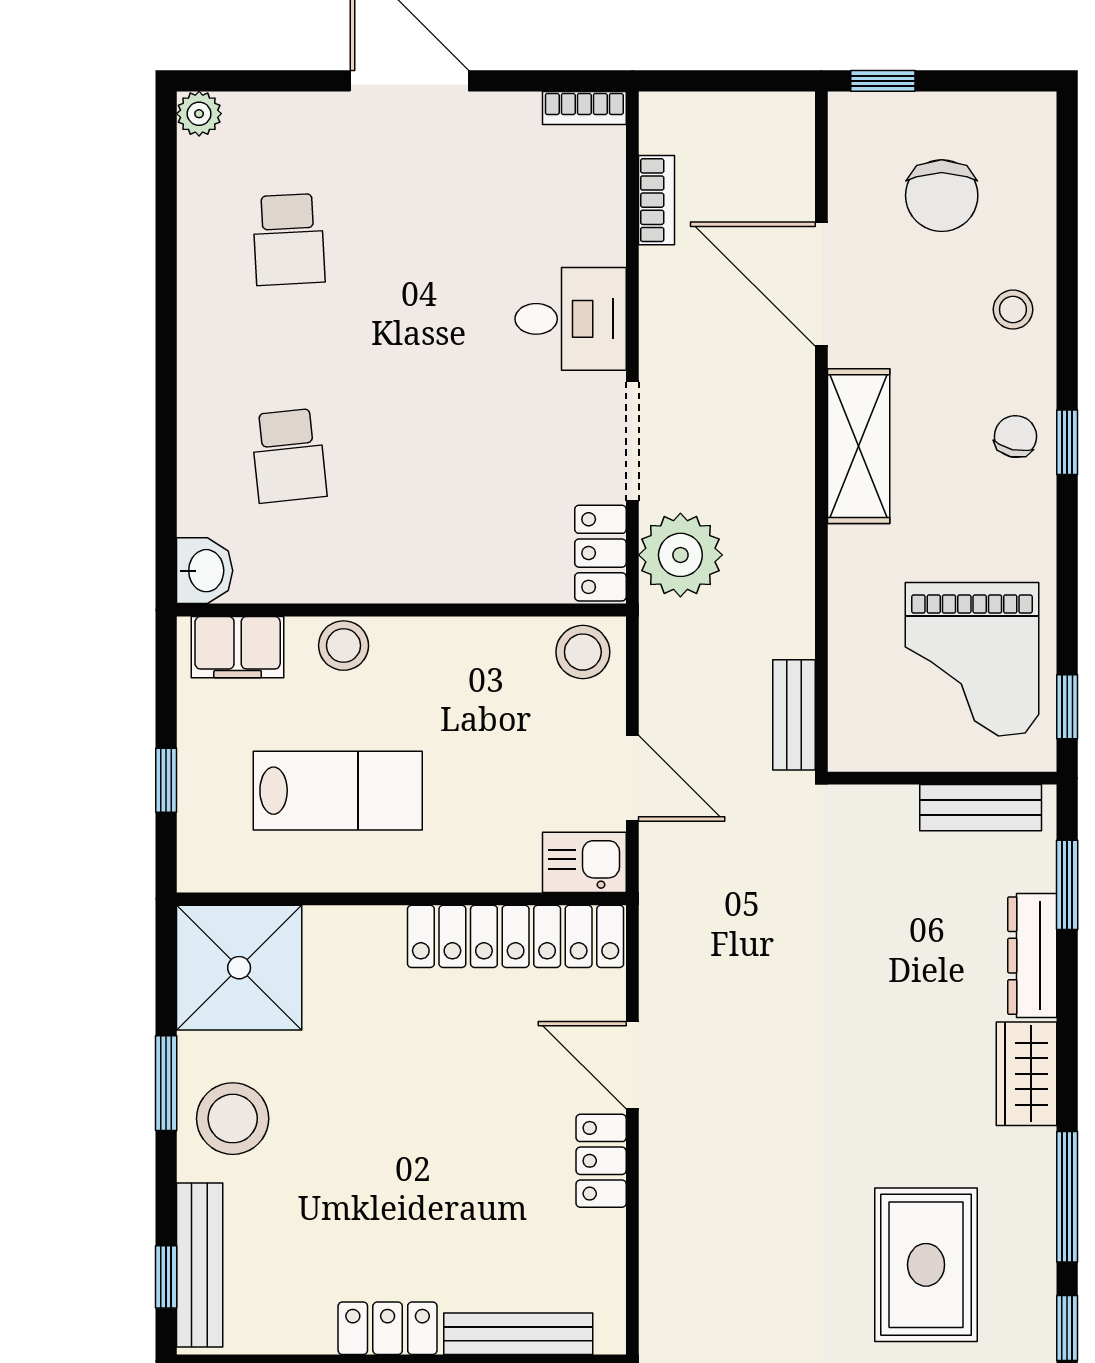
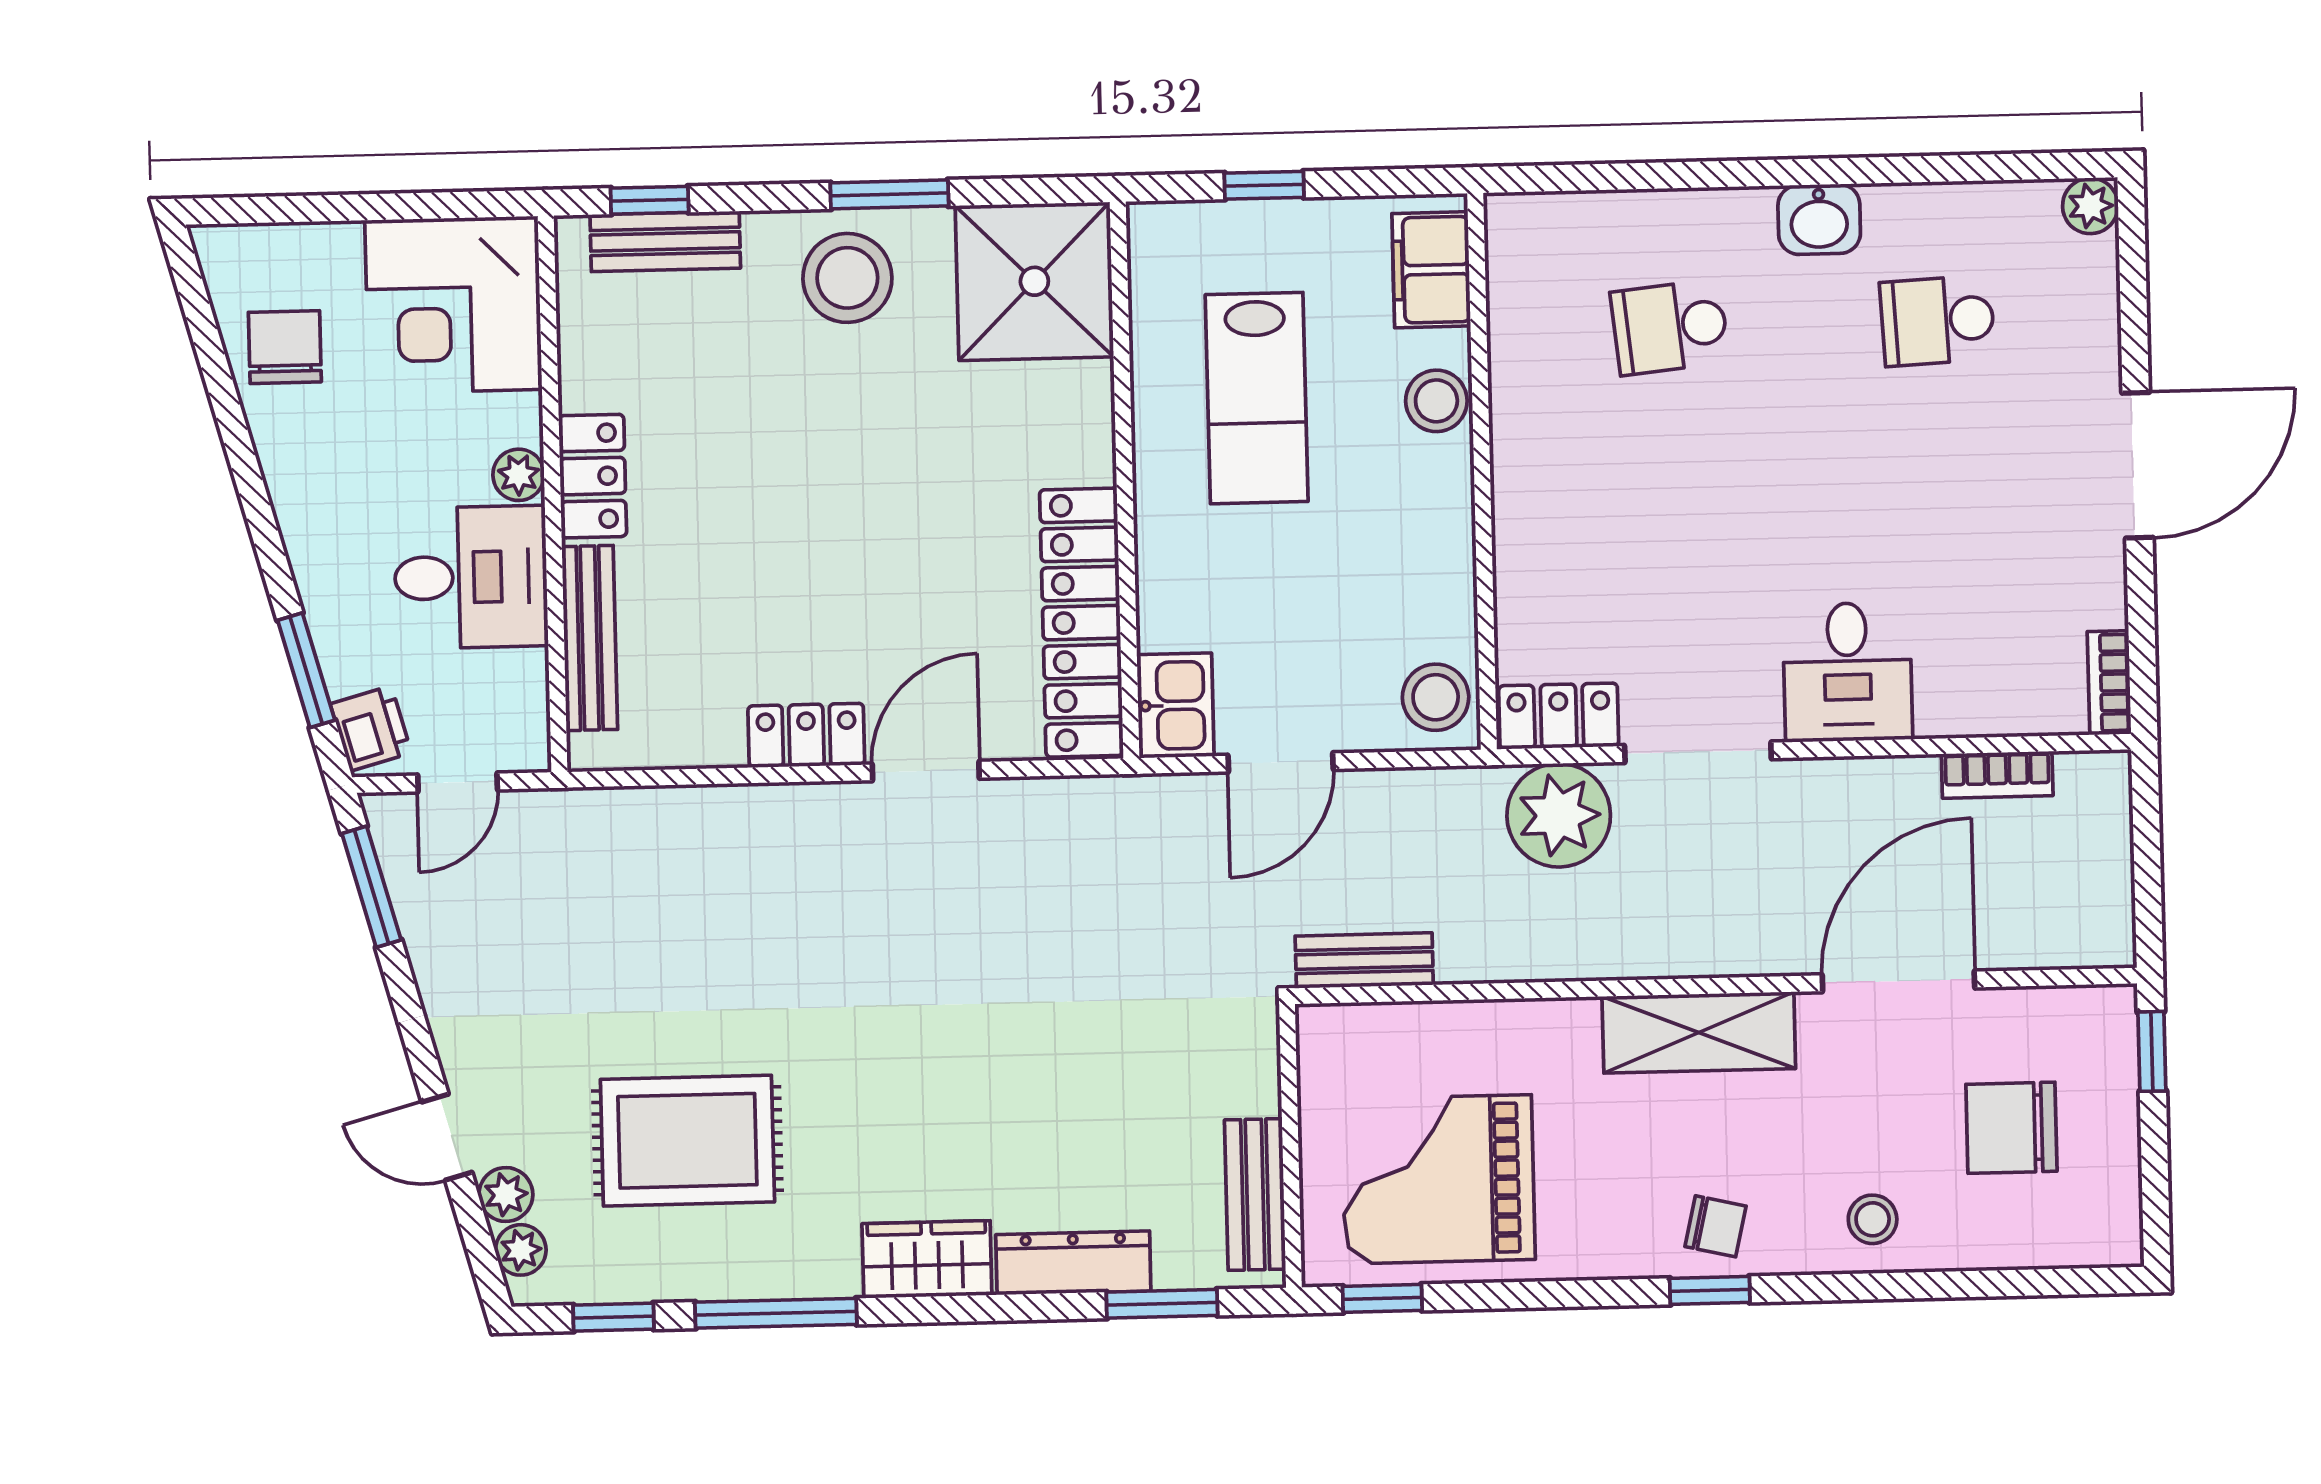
washbasin: (205, 571) -> (1819, 219), moved
bench: (200, 1265) -> (665, 241), width x0.73

